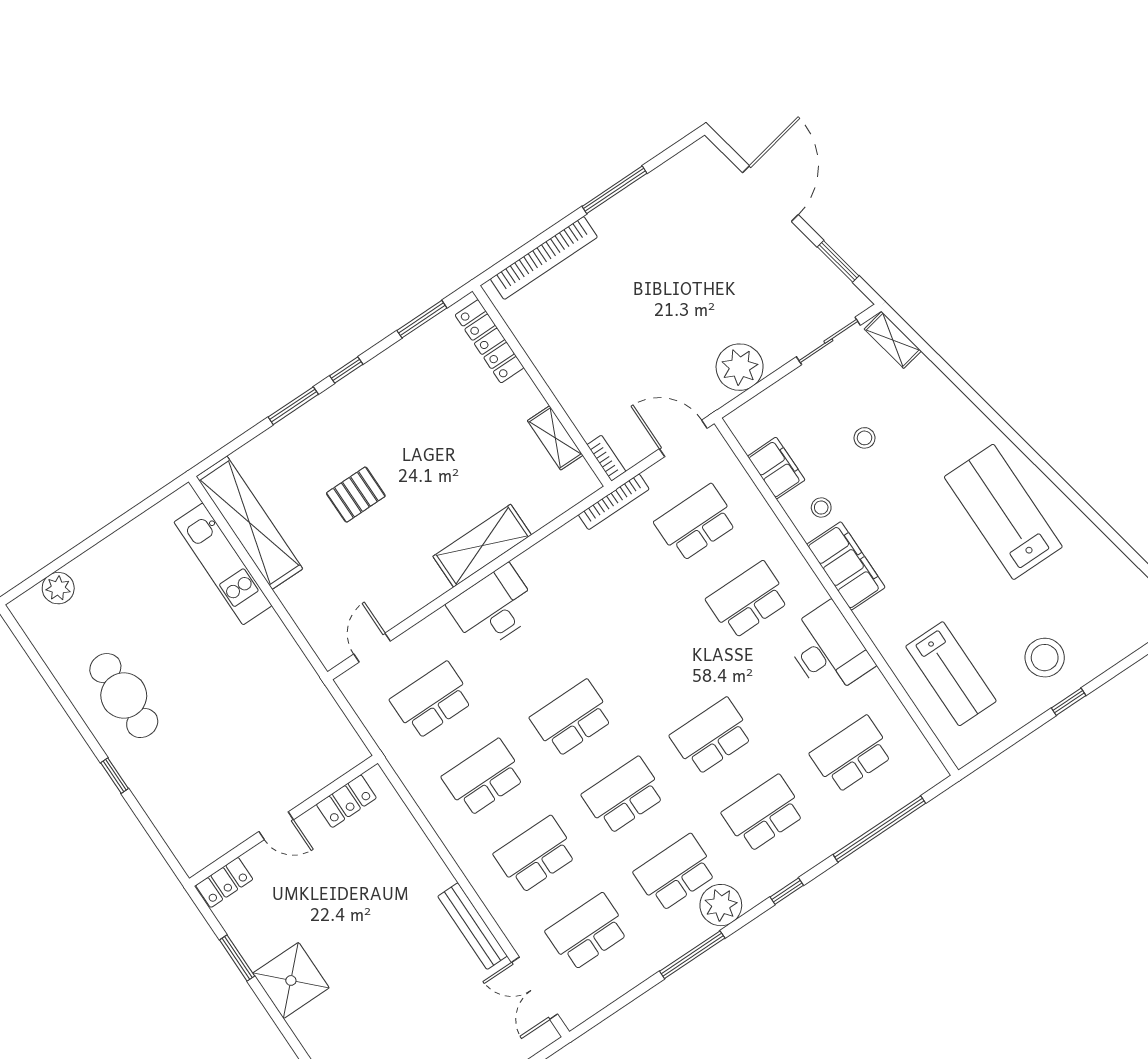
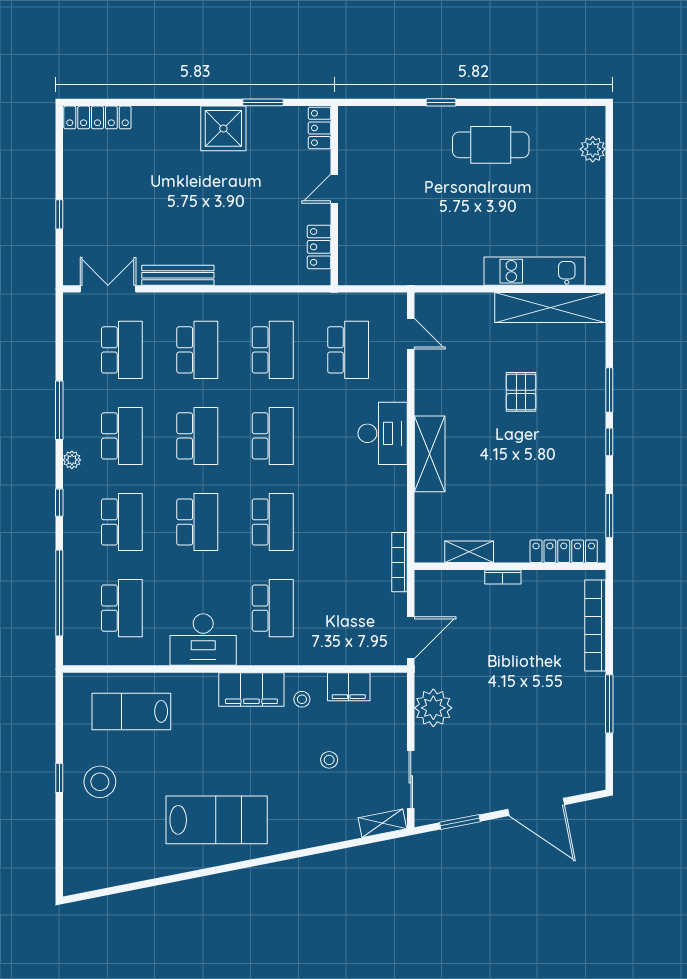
bookcase: (606, 458) -> (503, 577), moved
school desk: (696, 523) -> (273, 522), moved
plant: (721, 905) -> (72, 460), width x0.53, depth x0.53

